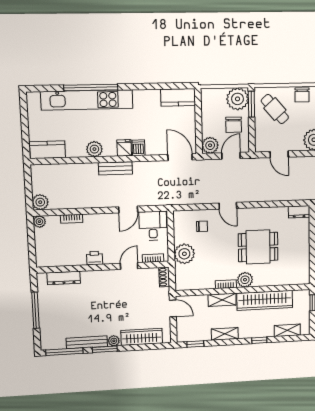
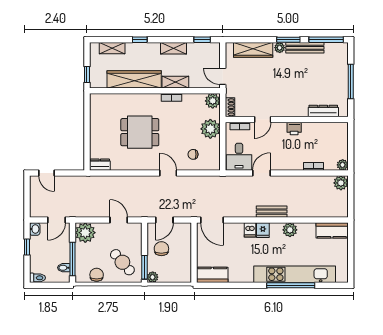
plant: (238, 99) -> (153, 277), width x0.53, depth x0.53
plant: (210, 145) -> (184, 230), removed
plant: (245, 280) -> (213, 101), moved

